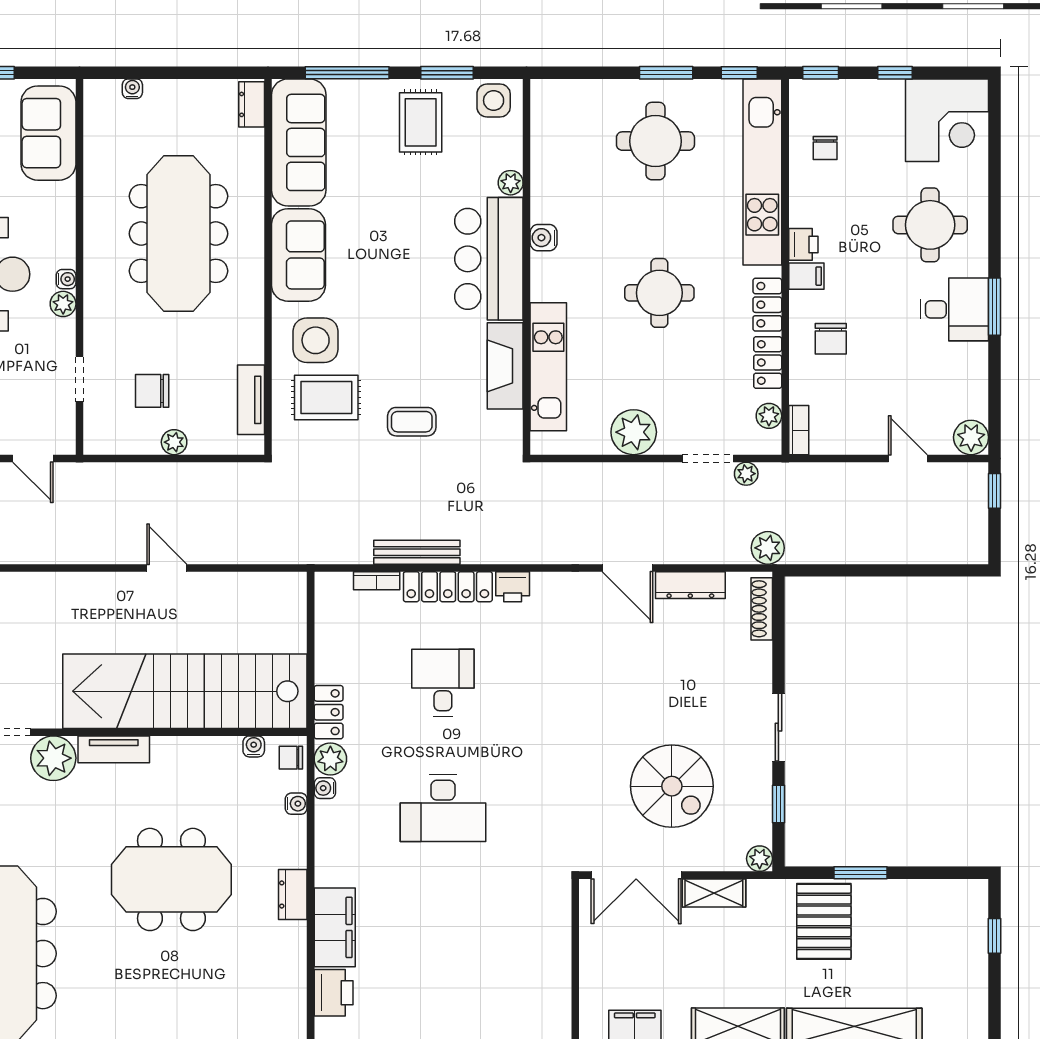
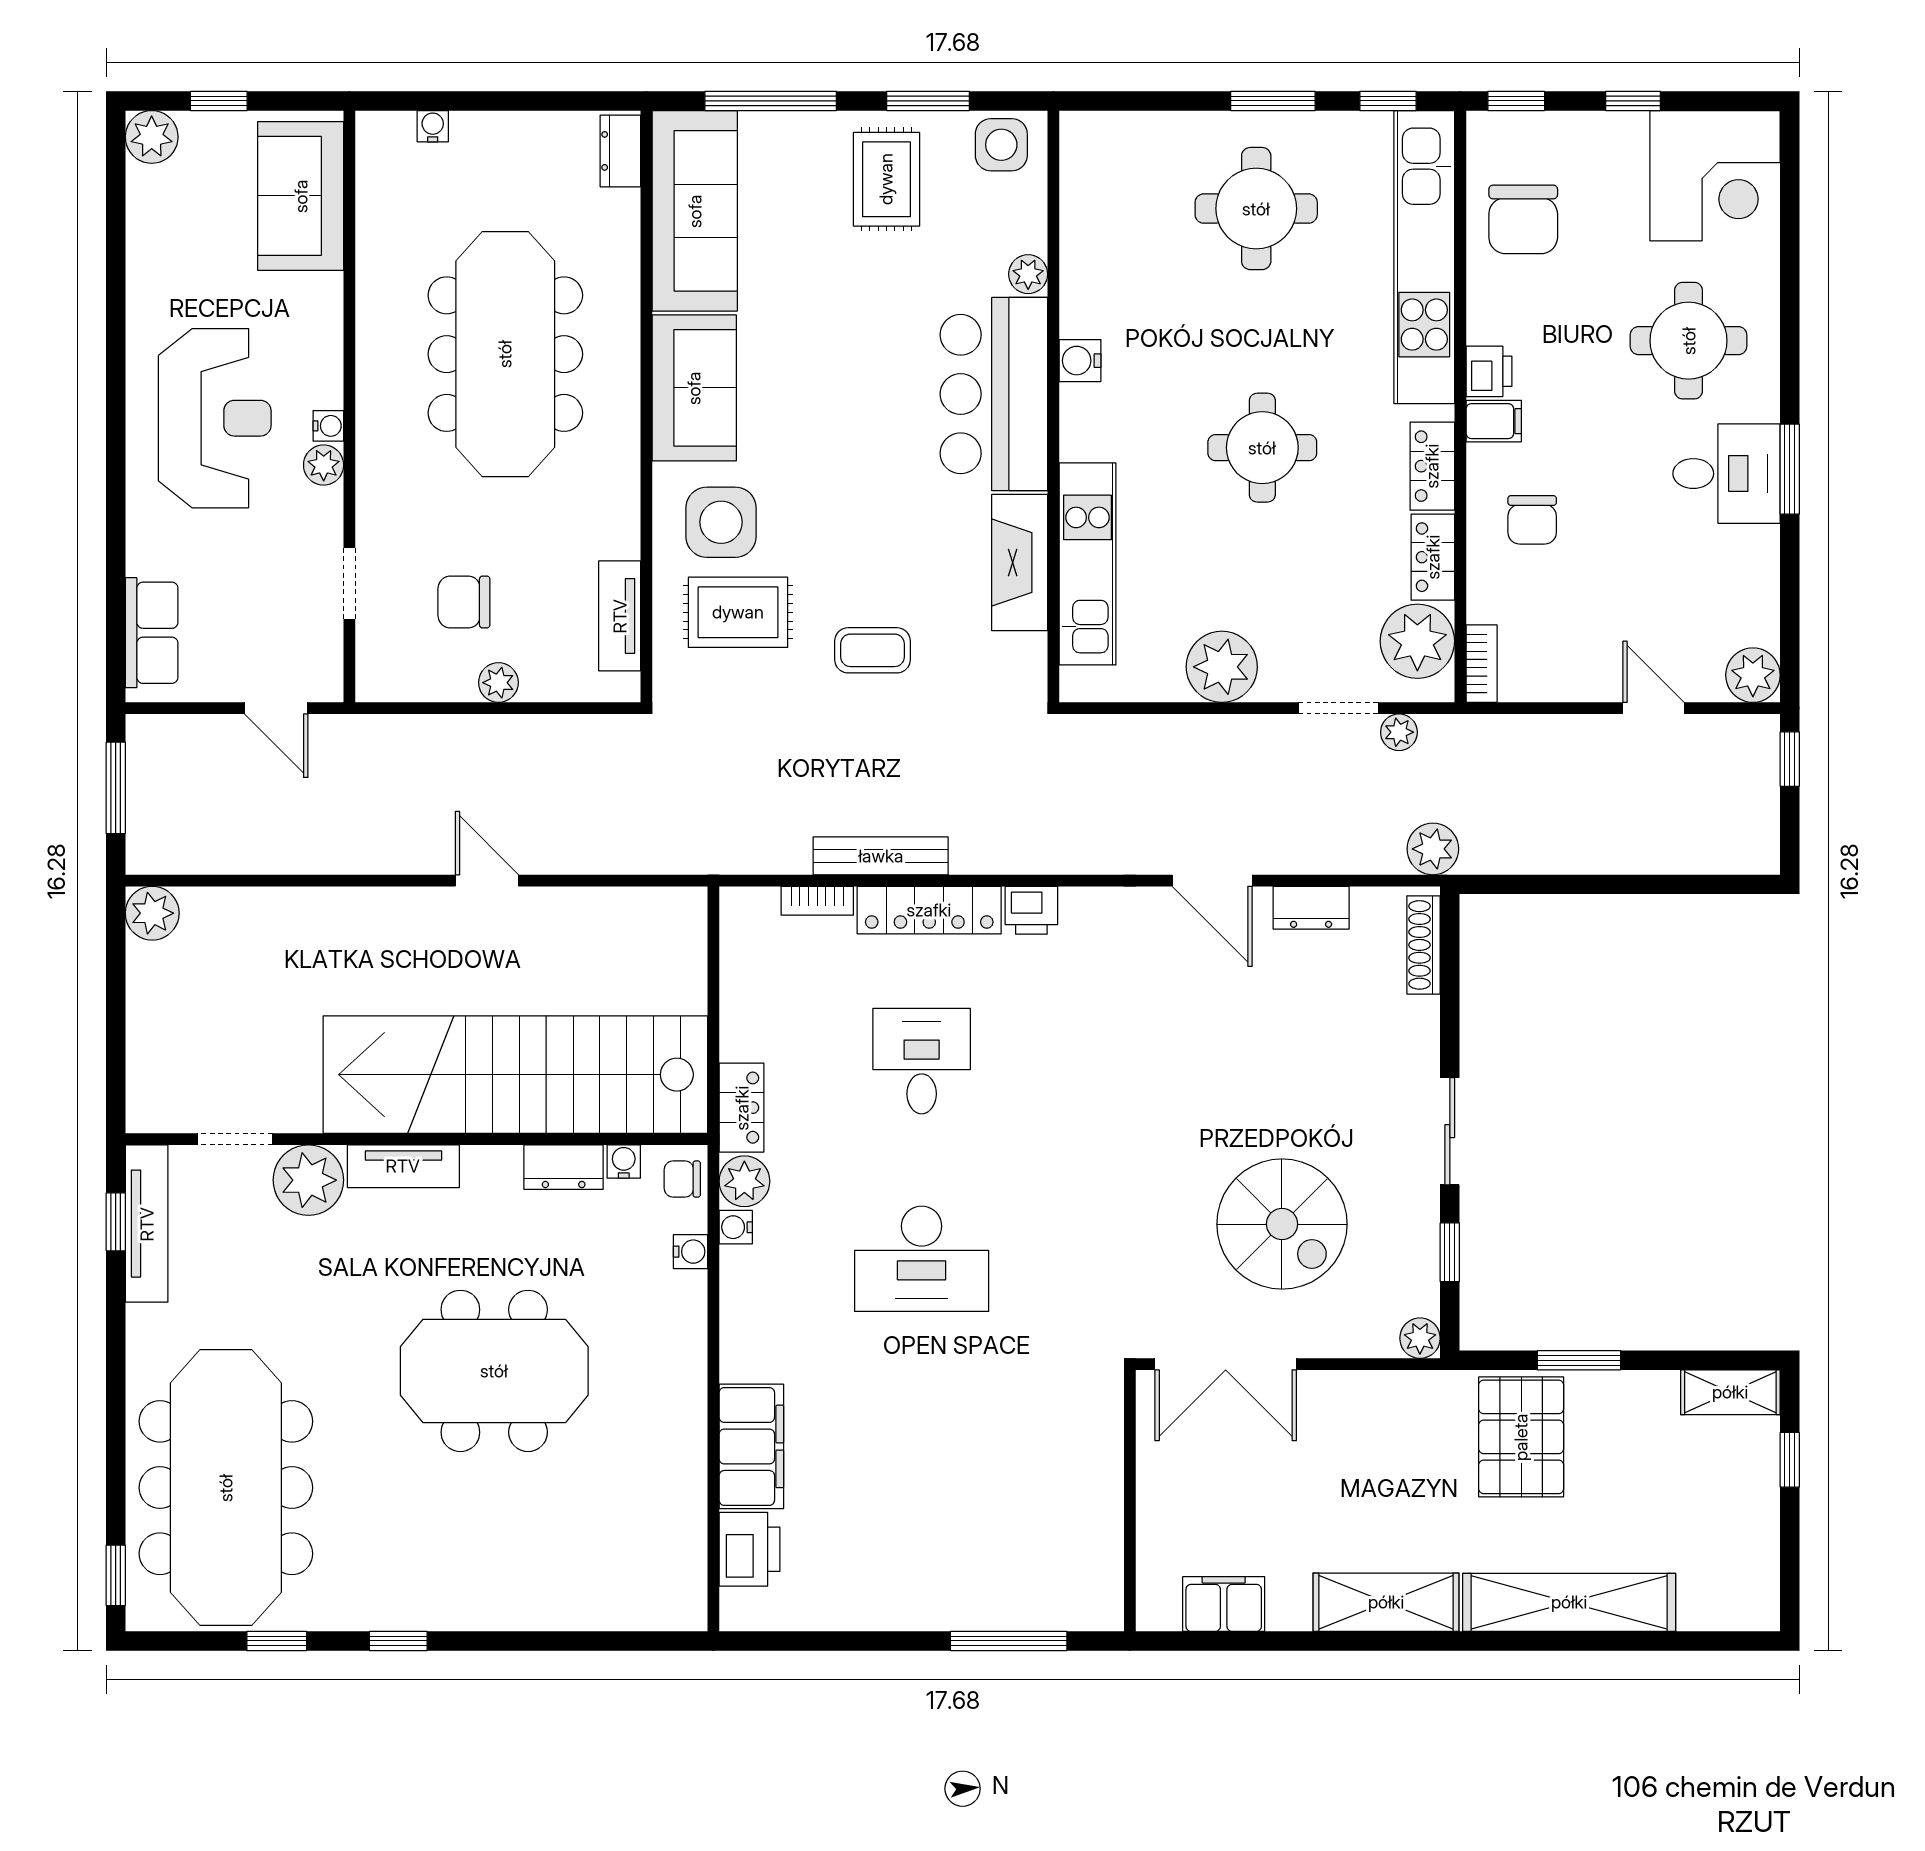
chair: (825, 148) -> (1523, 219), width x1.87, depth x1.87
plant: (769, 416) -> (1417, 641), width x1.87, depth x1.87
dresser: (690, 585) -> (1311, 908), width x0.70
shelving: (714, 893) -> (1730, 1392), moved
dresser: (293, 894) -> (564, 1167), moved, turned -90

